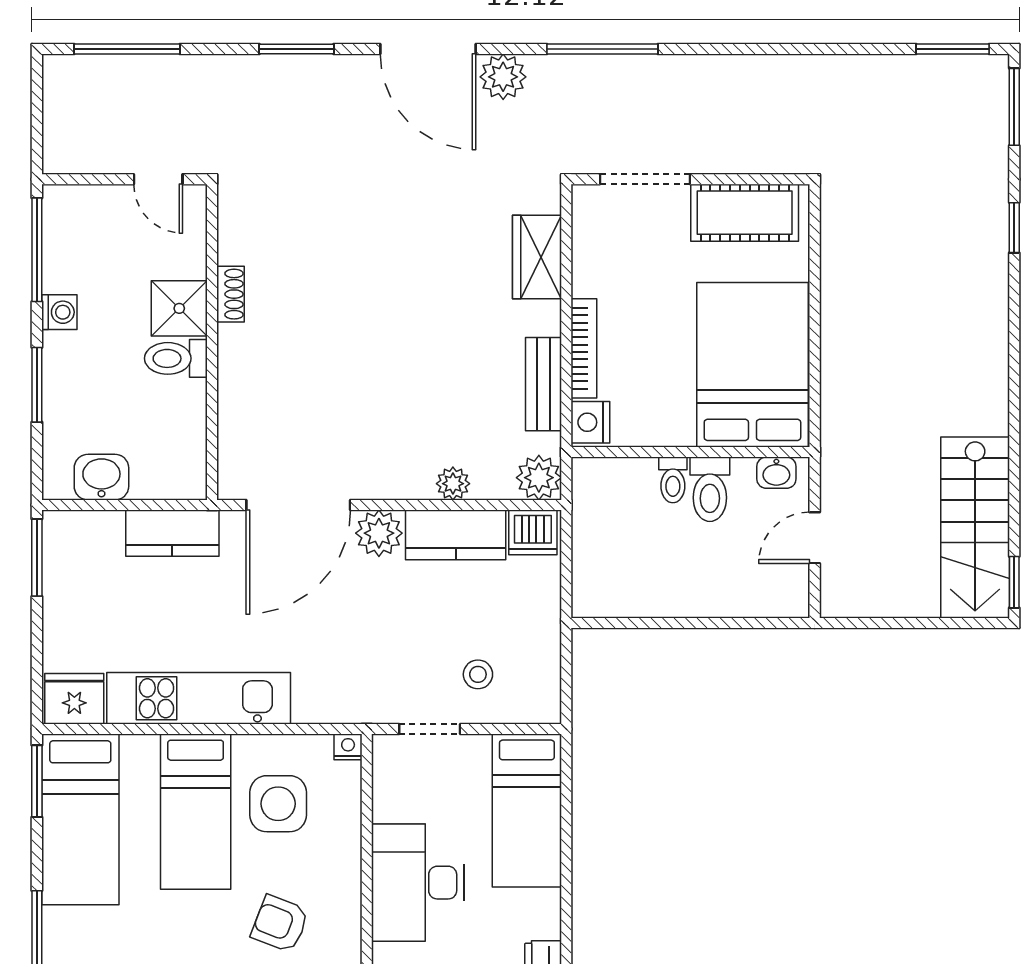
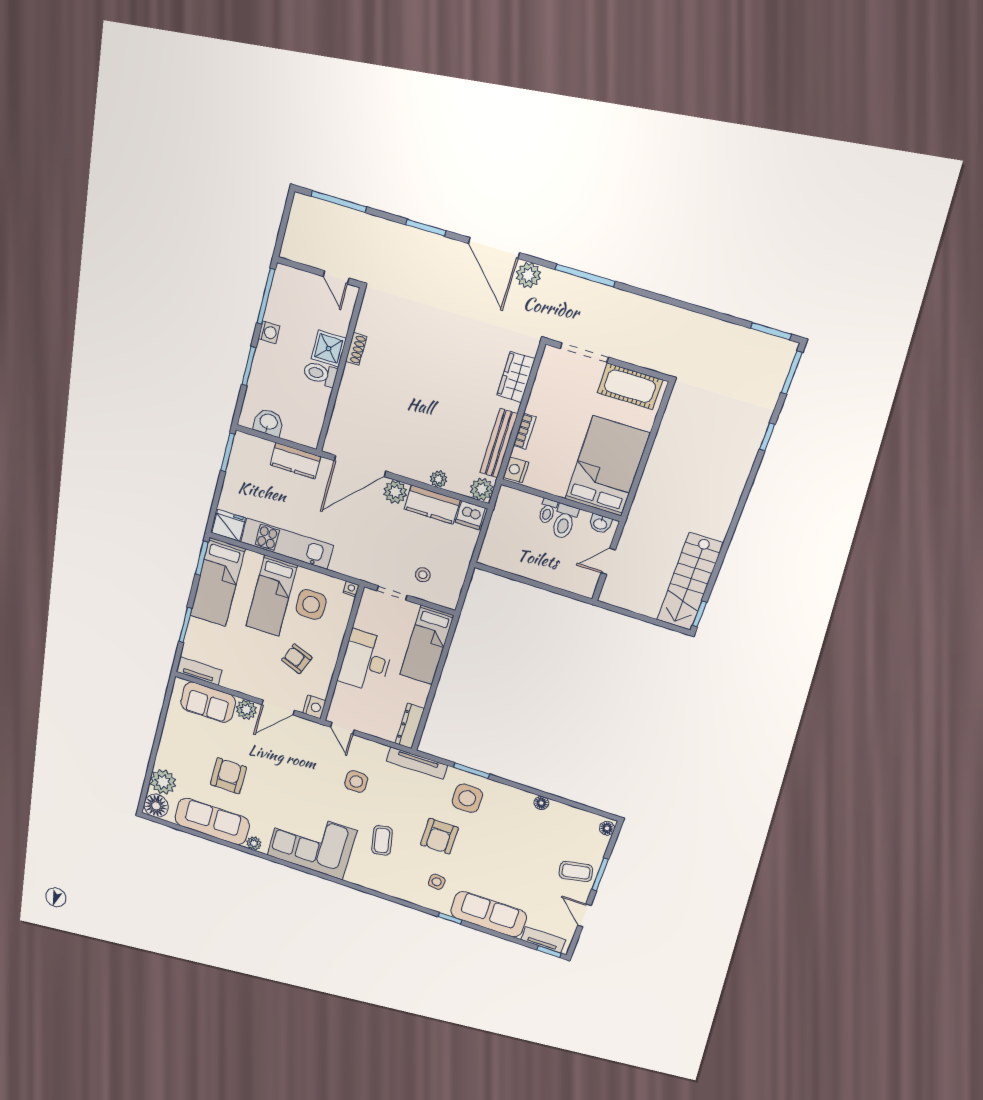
bookcase: (584, 348) -> (525, 431), width x0.64
bench: (543, 384) -> (499, 443), width x1.36

